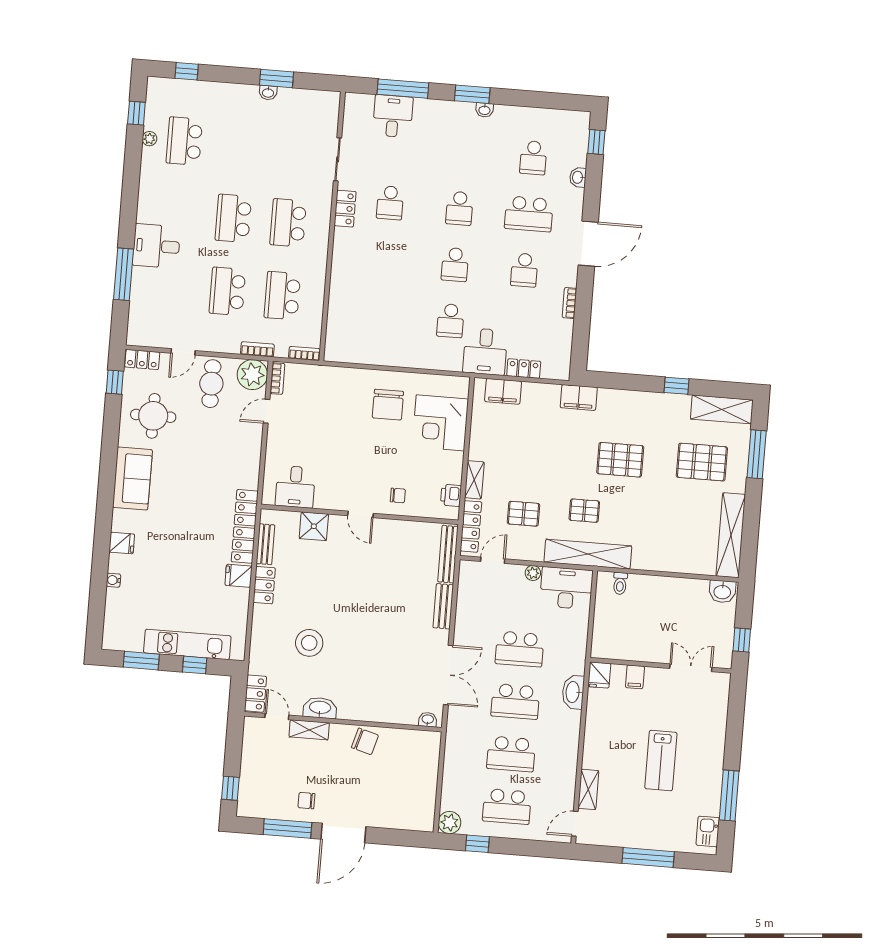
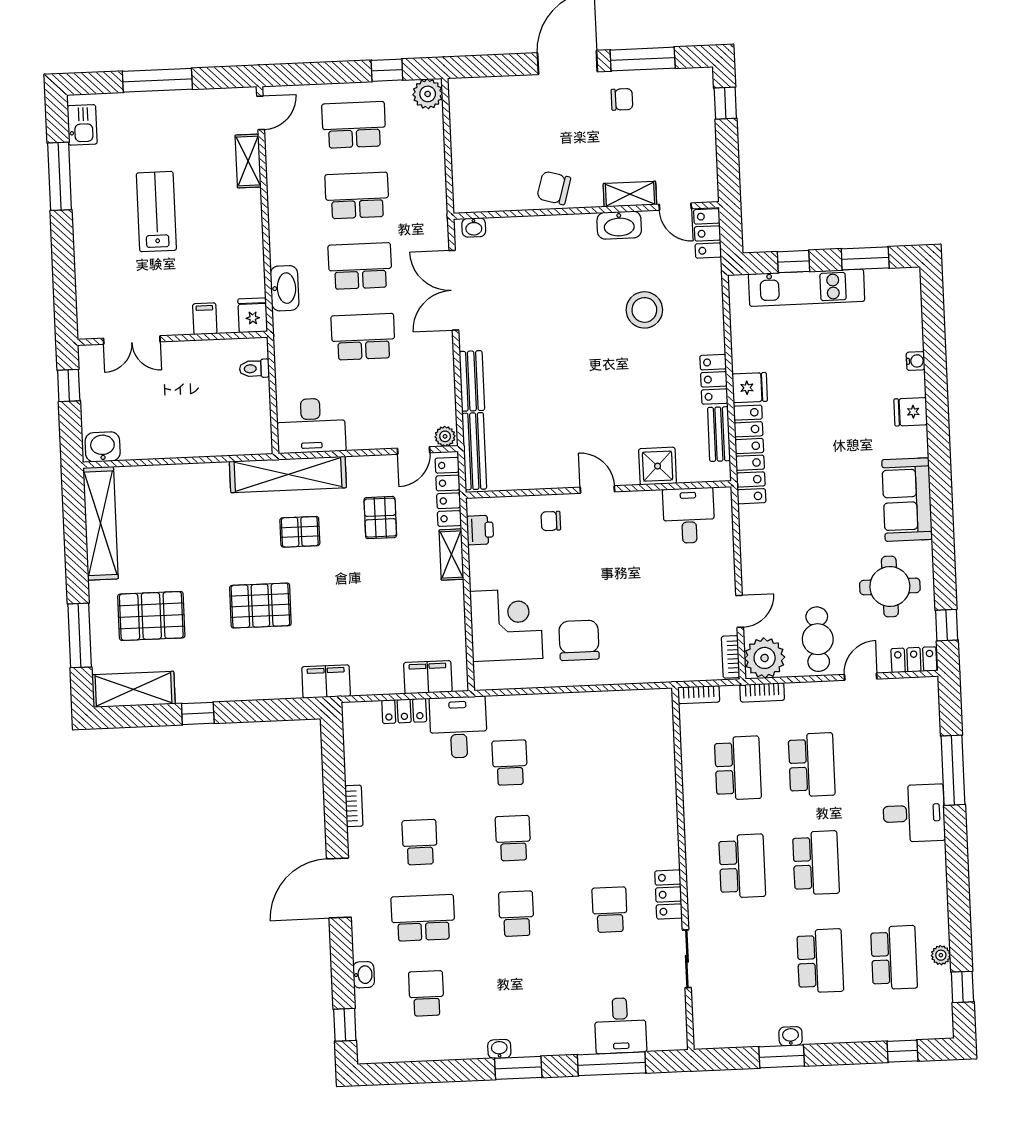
school desk: (239, 146) -> (820, 961), added
pallet: (524, 514) -> (380, 518), turned 90
plant: (533, 573) -> (445, 436), moved
toilet: (620, 583) -> (254, 369), moved, turned -90

